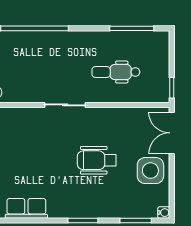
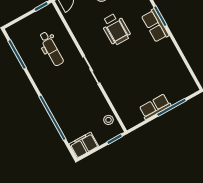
row of seats: (26, 208) -> (155, 26), moved

